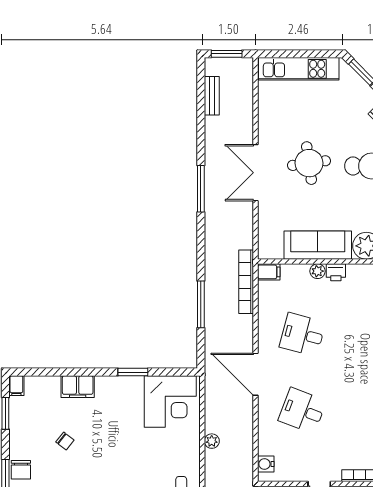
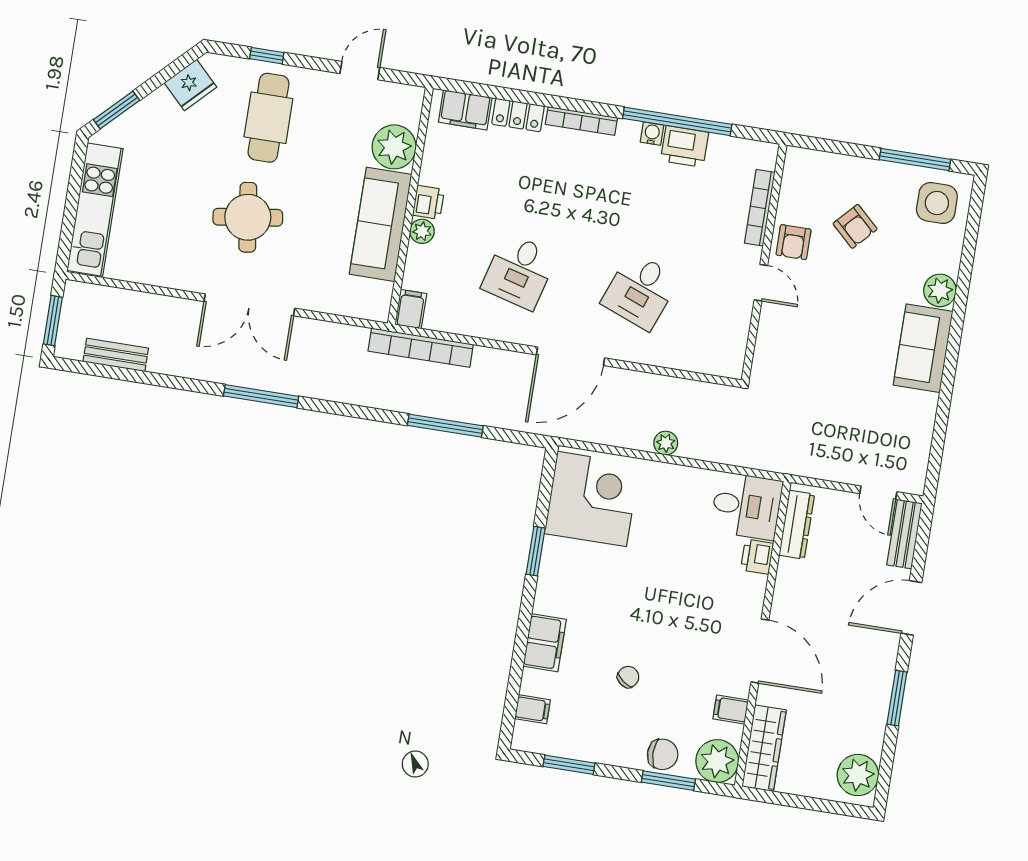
filing cabinet: (16, 386) -> (532, 709), moved
water cooler: (266, 464) -> (716, 363), removed

